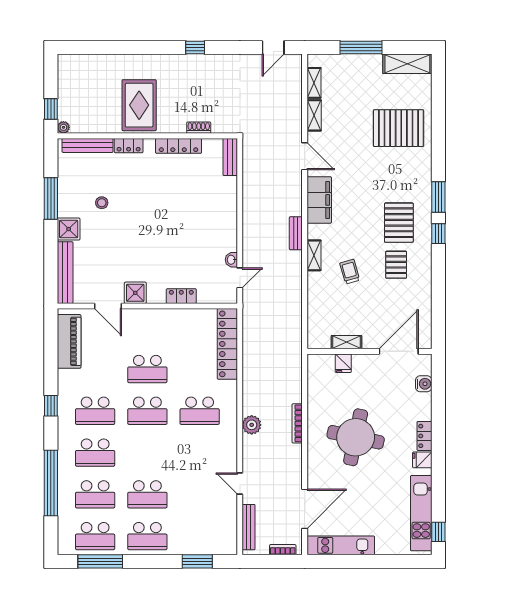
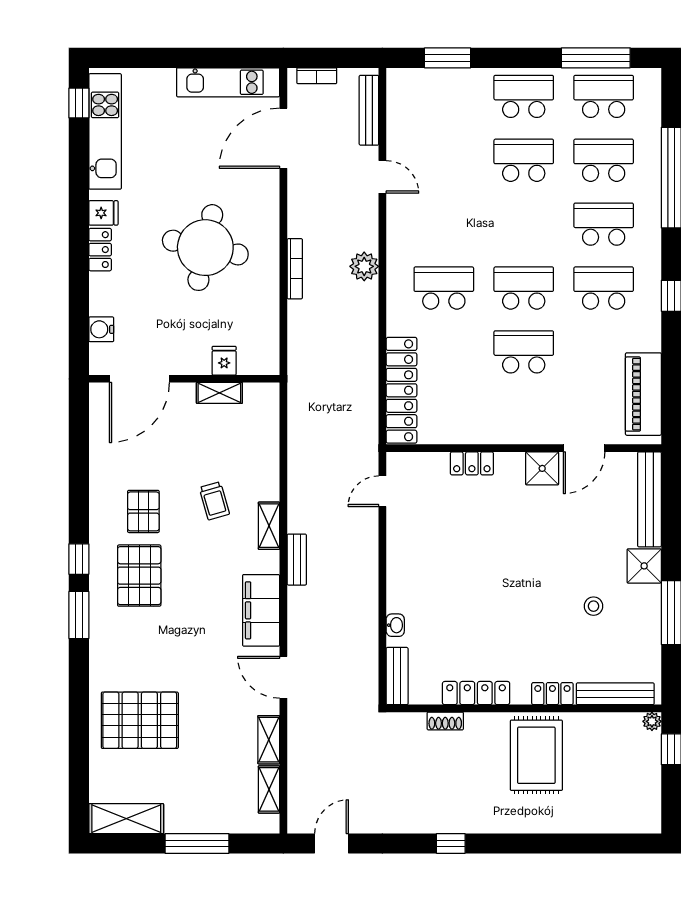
washbasin: (231, 260) -> (395, 625), moved
door: (108, 306) -> (584, 448), swing flipped

